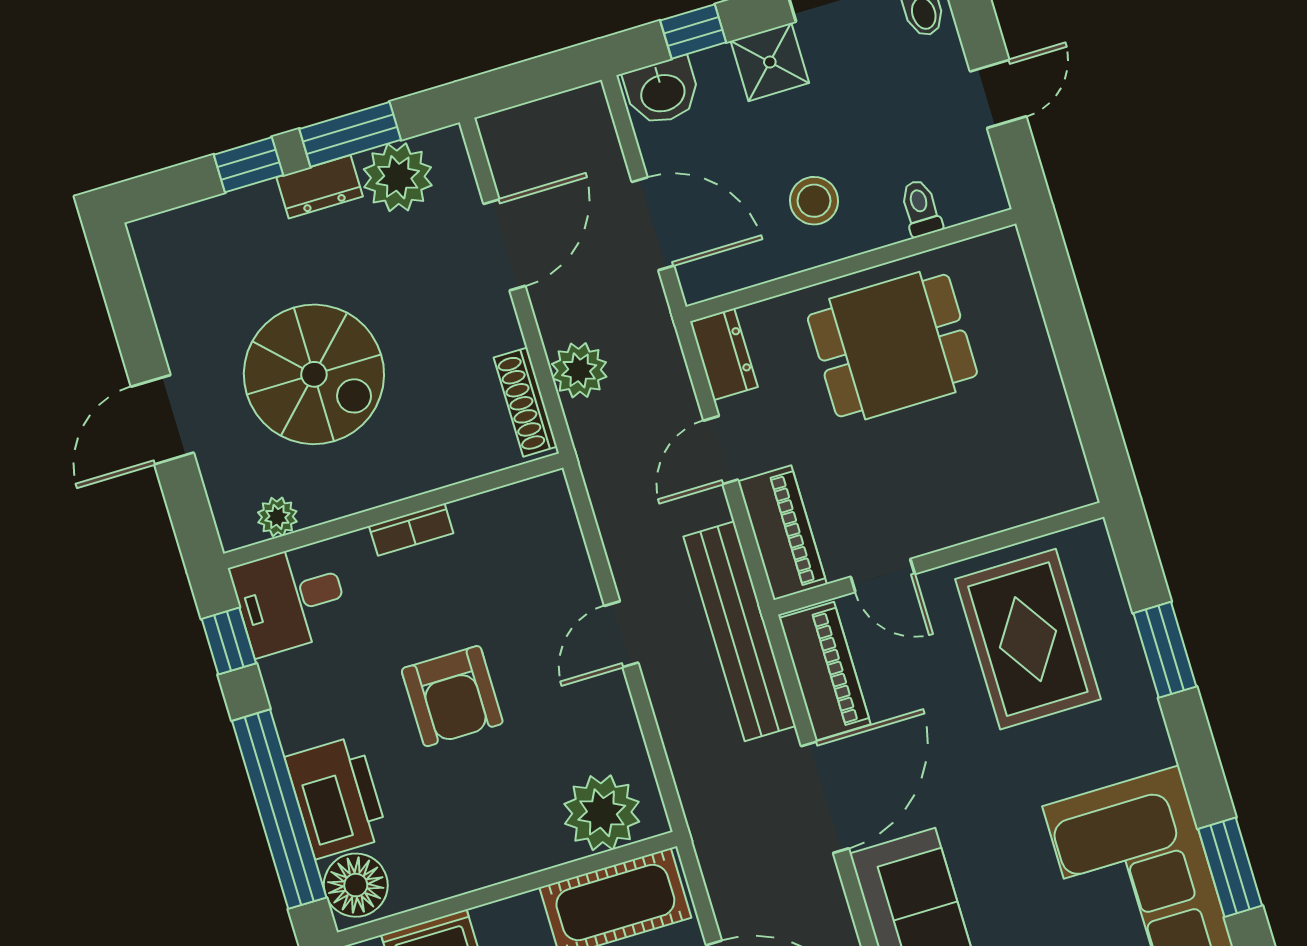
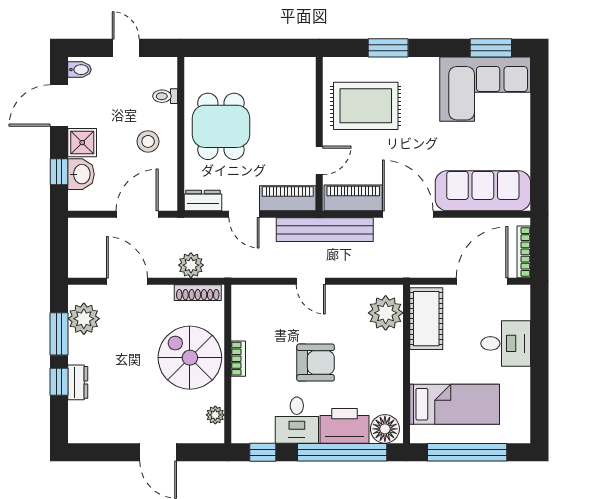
washbasin: (662, 92) -> (81, 174), moved
dresser: (320, 187) -> (78, 382), moved
spiral stairs: (314, 374) -> (190, 358), moved, turned -90
desk: (290, 599) -> (297, 420), moved

